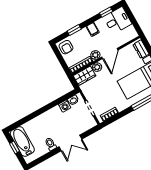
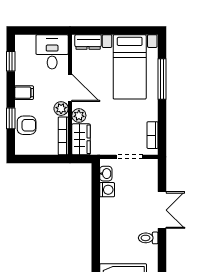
desk: (118, 20) -> (52, 52), moved
armchair: (66, 47) -> (27, 125), moved

